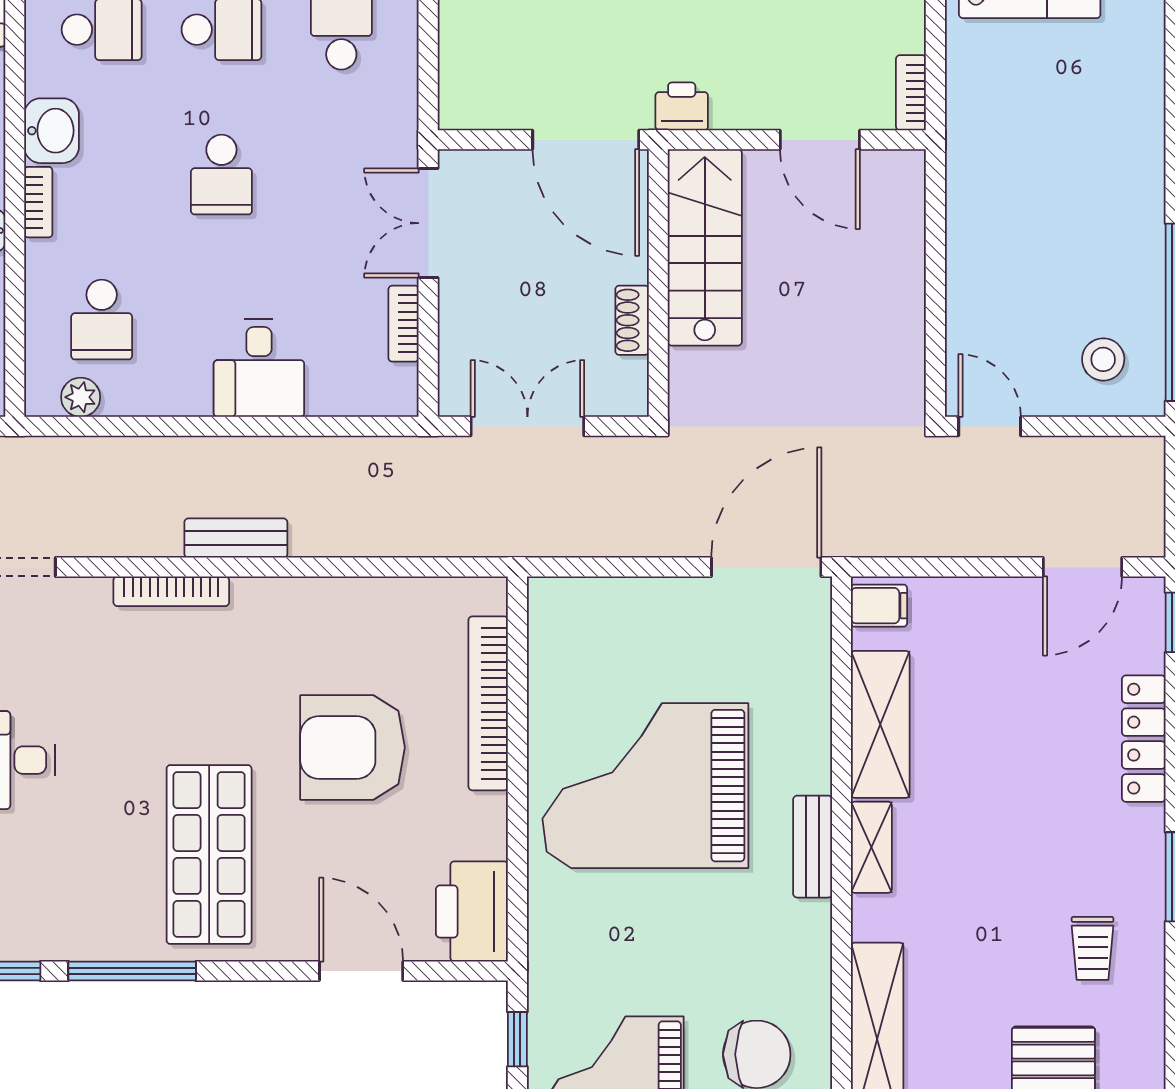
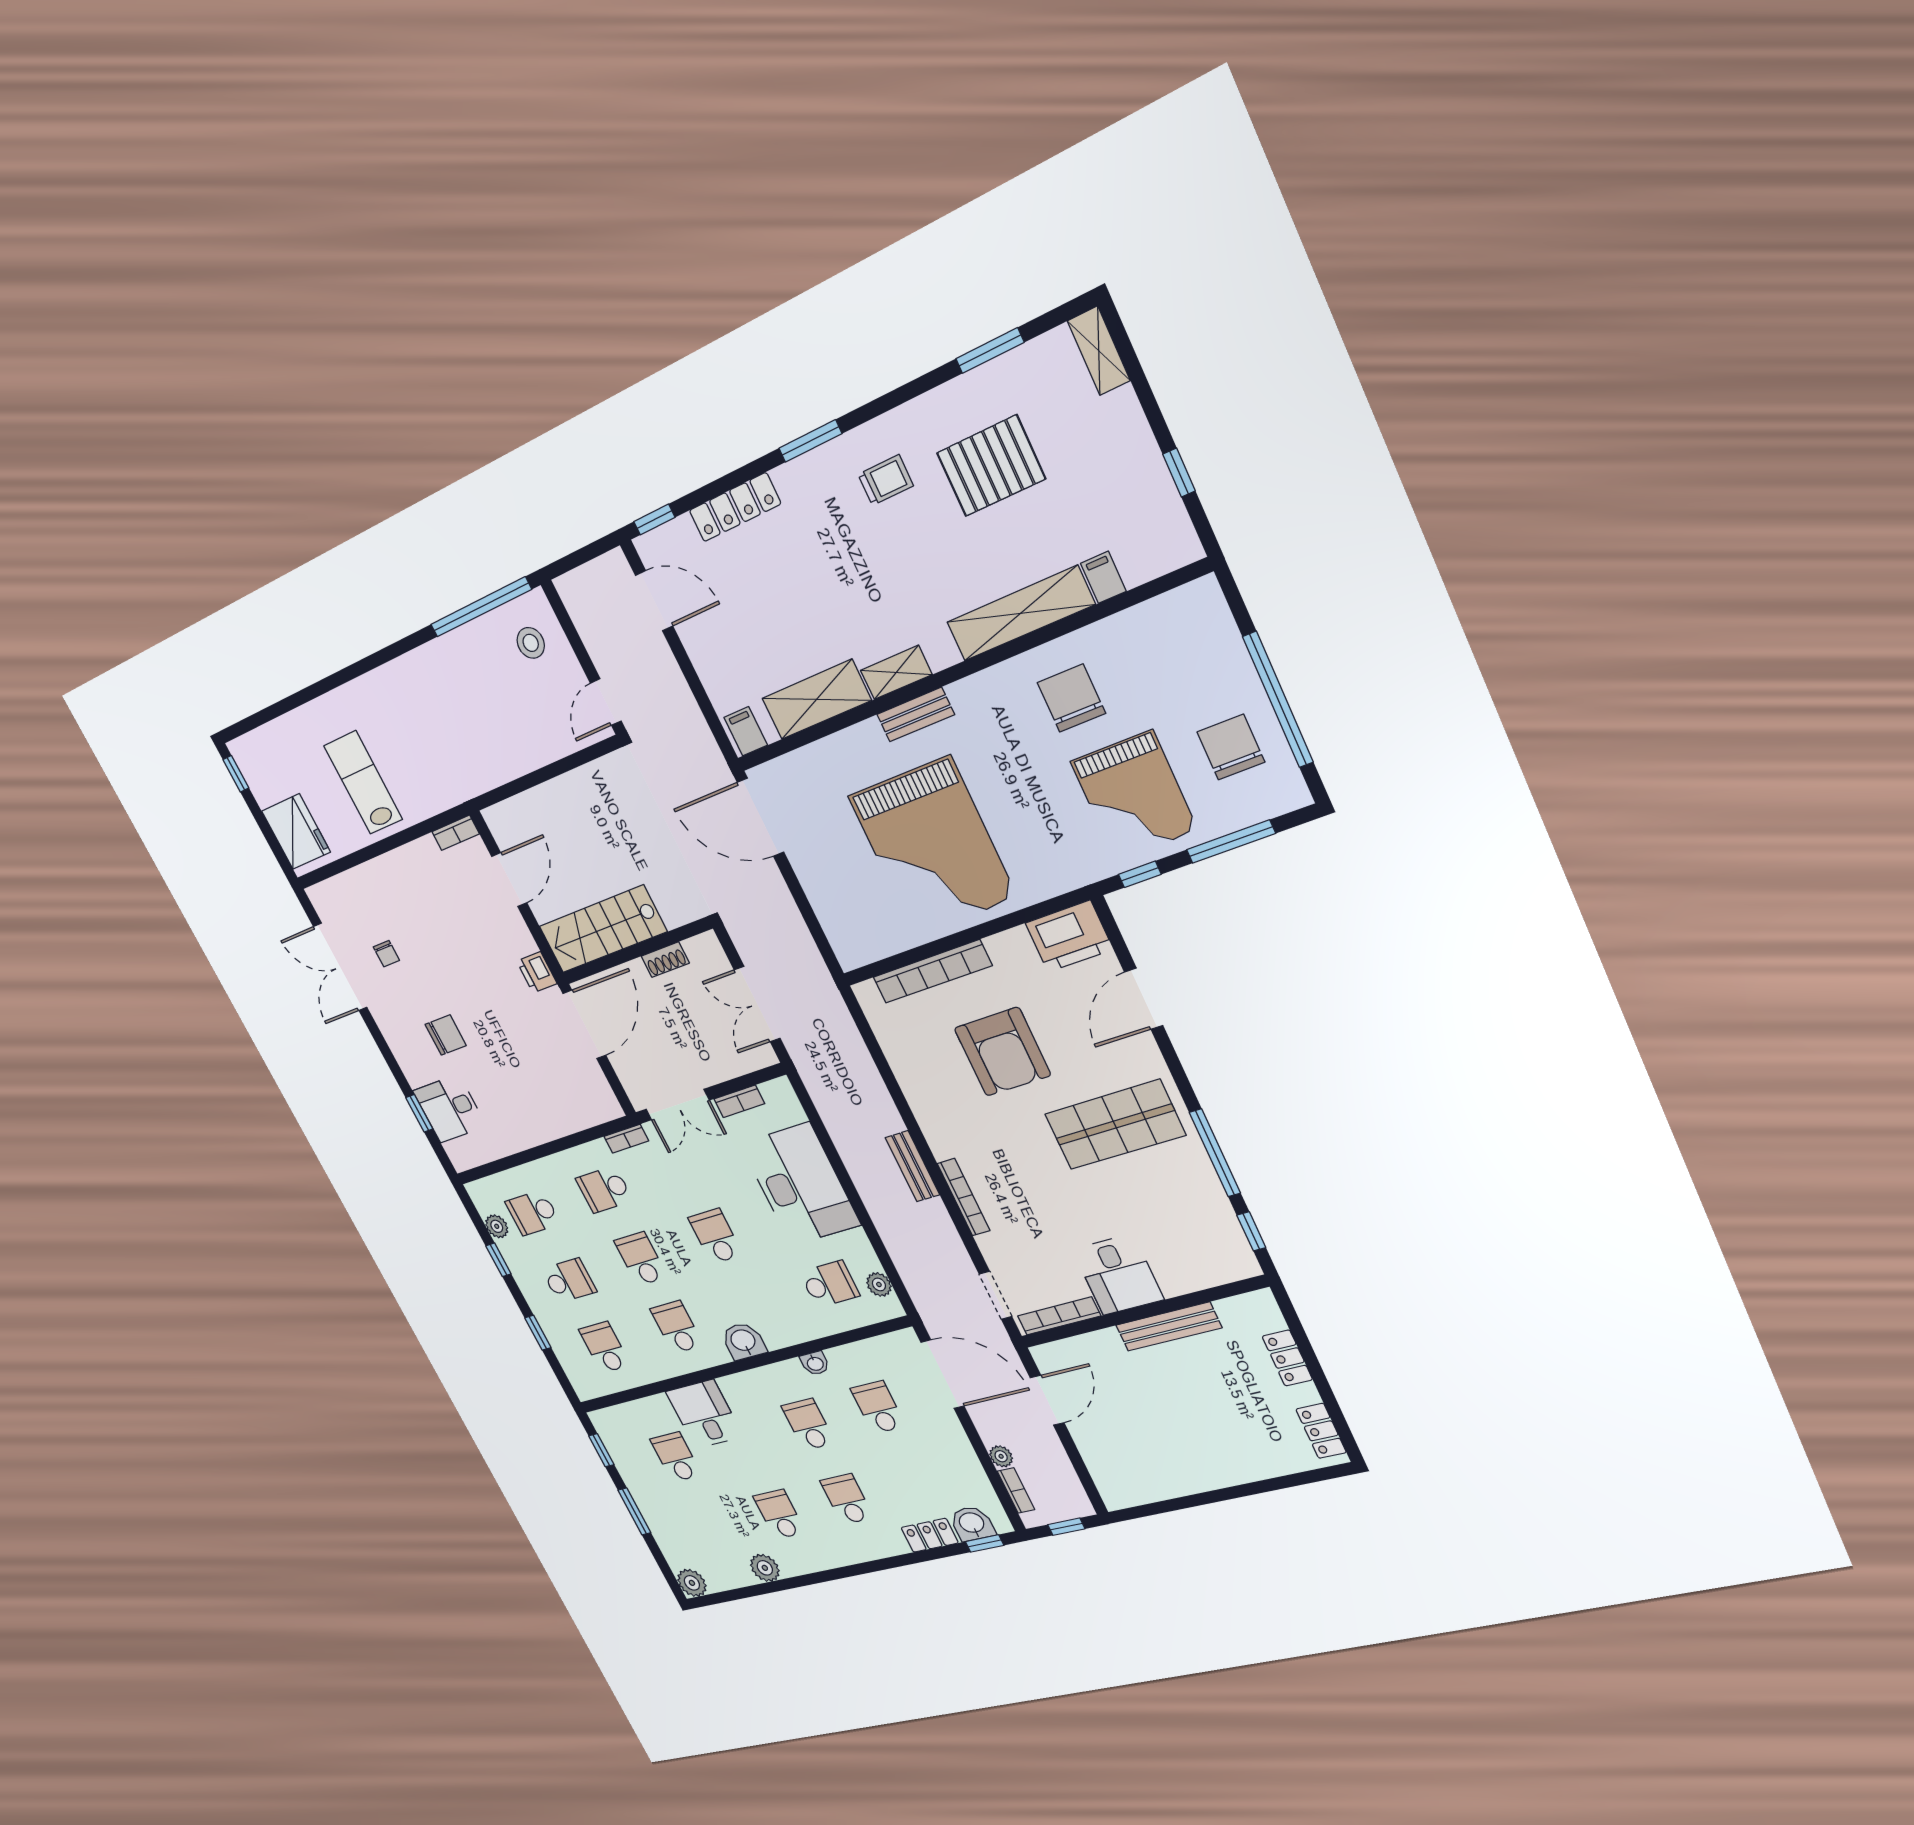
school desk: (221, 175) -> (715, 1236), turned -90
bookcase: (38, 202) -> (626, 1139), moved, turned 180
desk: (259, 368) -> (800, 1184), width x1.87, depth x1.30

